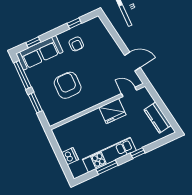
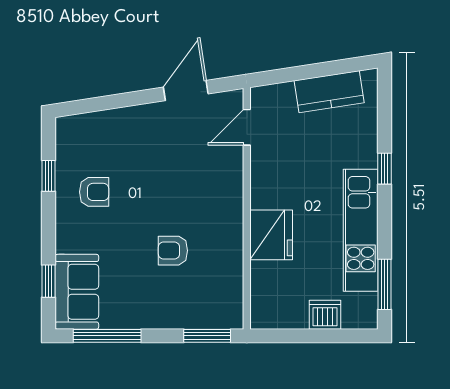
sofa: (39, 53) -> (77, 292), width x0.73
armchair: (68, 85) -> (173, 251), width x0.53, depth x0.53
window: (35, 103) -> (207, 336), moved
fridge: (112, 111) -> (271, 235), moved
window: (107, 167) -> (384, 284), moved

